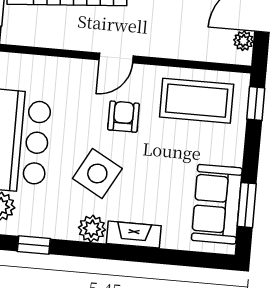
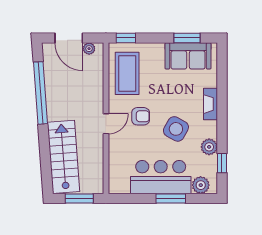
door: (116, 58) -> (106, 124), hinge flipped
armchair: (123, 117) -> (141, 116), turned 180
plant: (92, 229) -> (209, 147), moved

